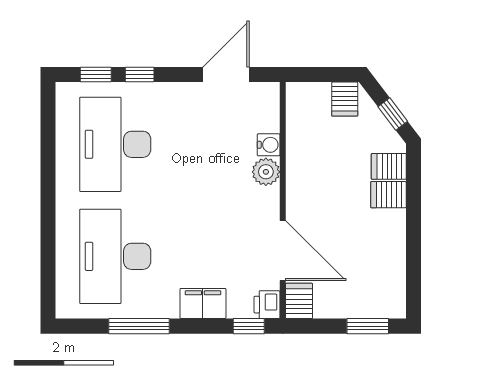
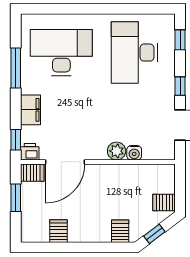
window: (140, 75) -> (180, 86), moved
desk: (115, 144) -> (135, 53), turned -90
server rack: (388, 195) -> (59, 231), moved
window: (368, 326) -> (16, 198), moved

